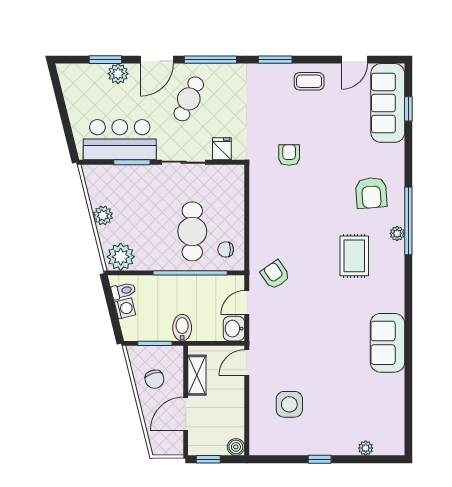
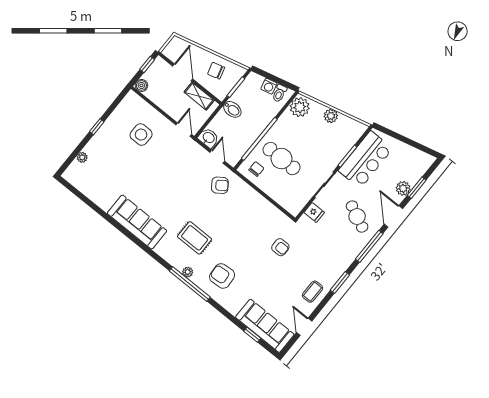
sofa: (387, 343) -> (137, 222), width x1.36

